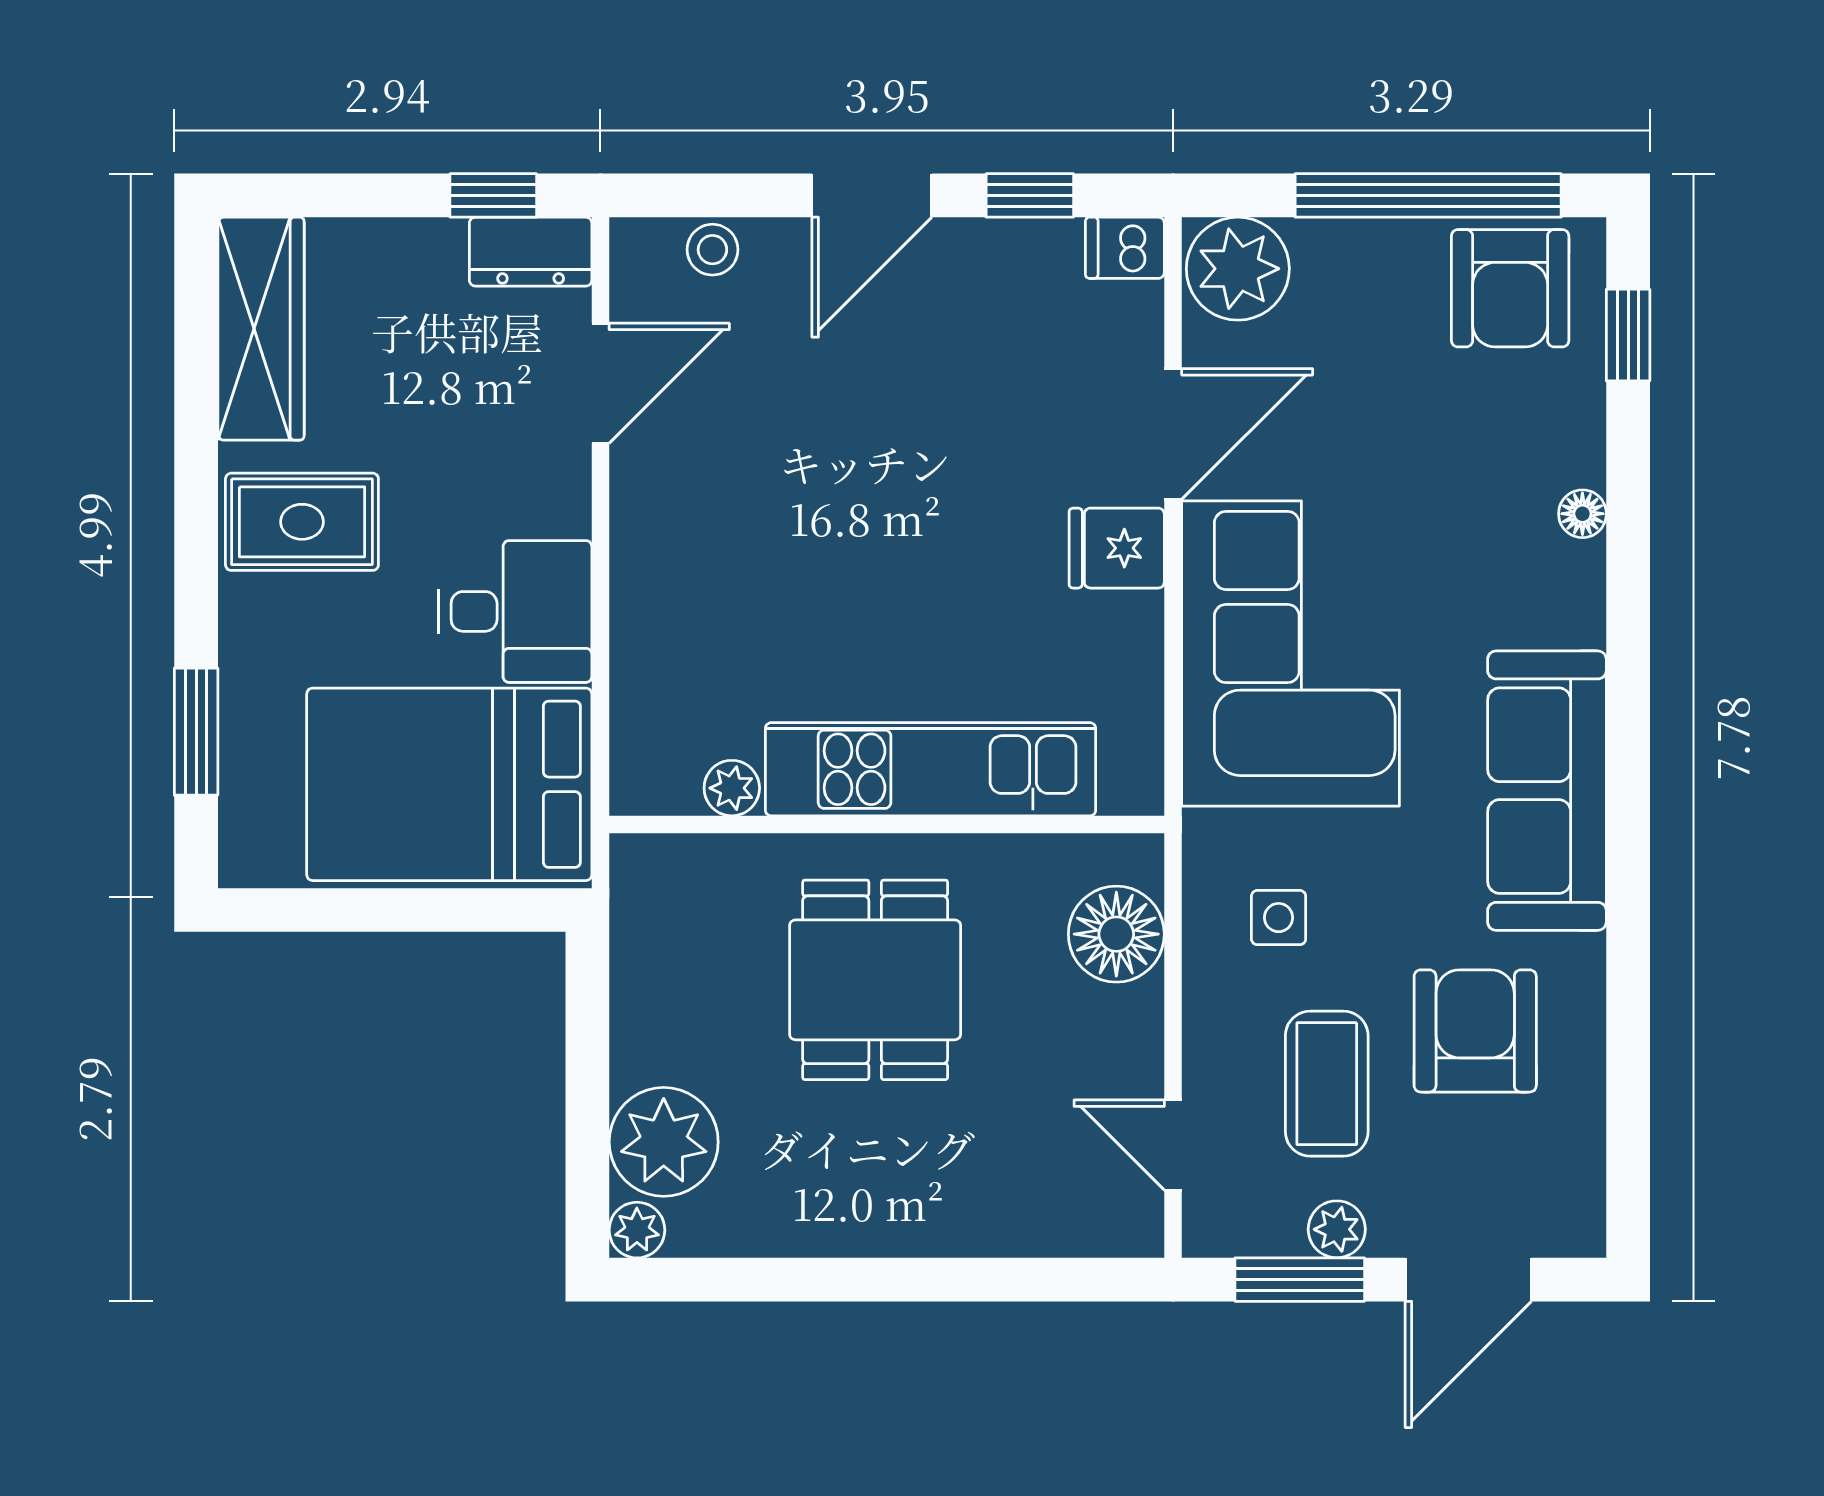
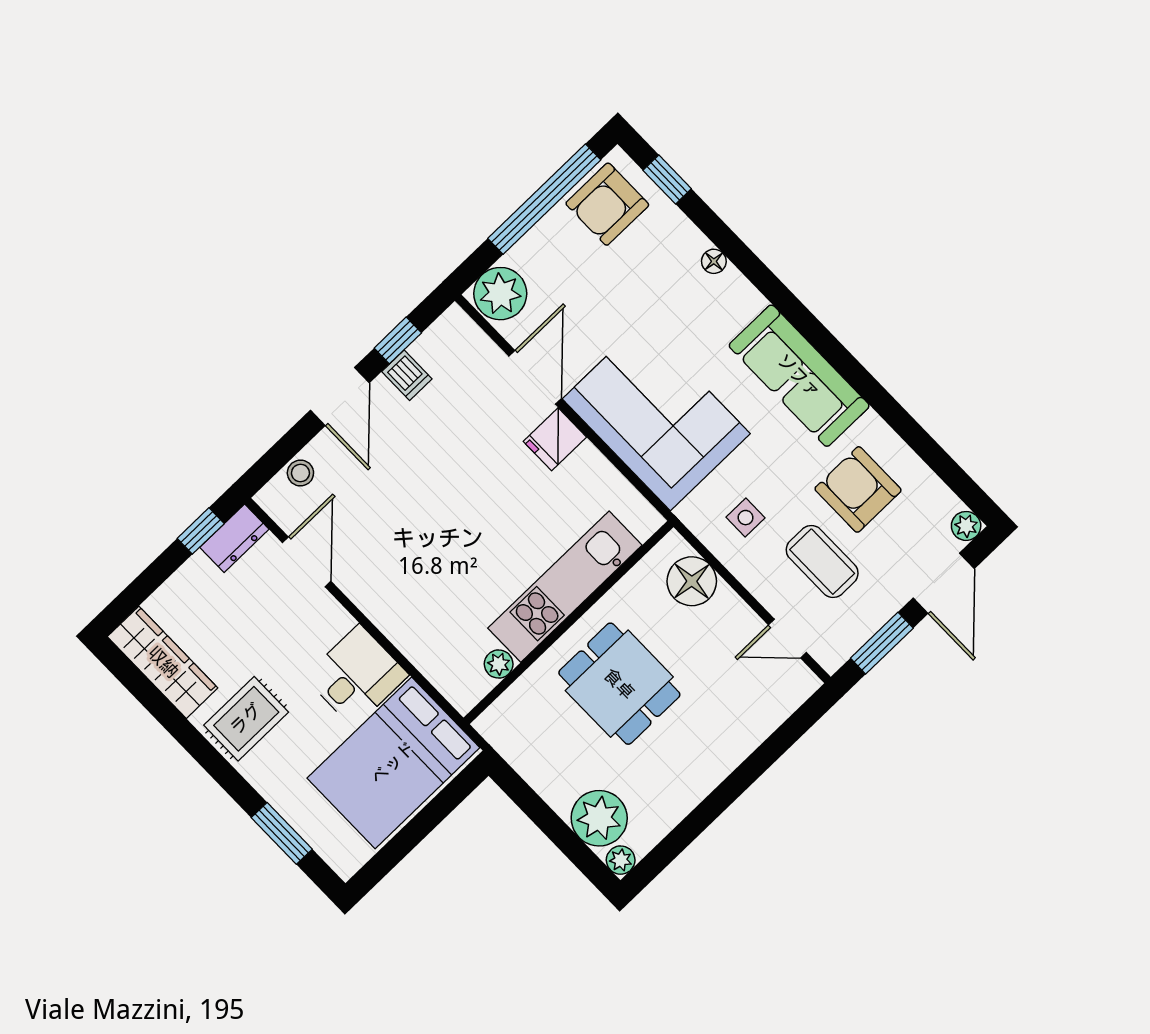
dishwasher: (1125, 248) -> (407, 375), moved, turned -90
armchair: (1510, 288) -> (607, 204), turned 90
plant: (1337, 1229) -> (966, 526), moved

